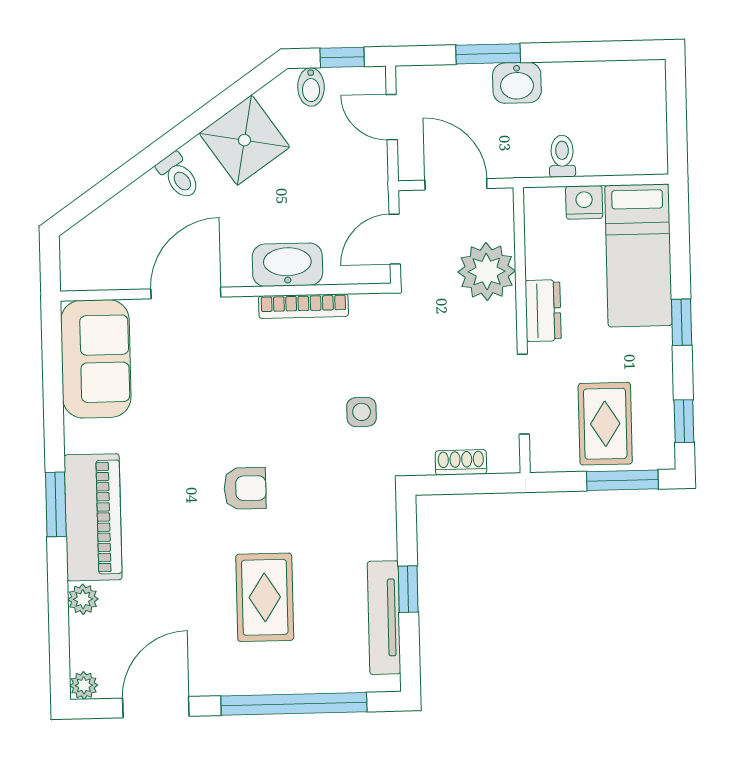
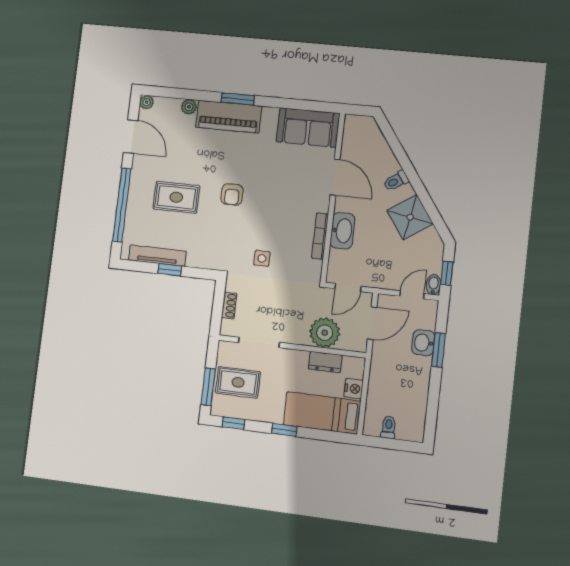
washbasin: (517, 83) -> (423, 343), moved
bidet: (311, 87) -> (433, 285), moved, turned 90
toilet: (562, 156) -> (389, 427), moved, turned -90
door: (395, 239) -> (348, 288), swing flipped
dresser: (543, 311) -> (325, 362), moved

